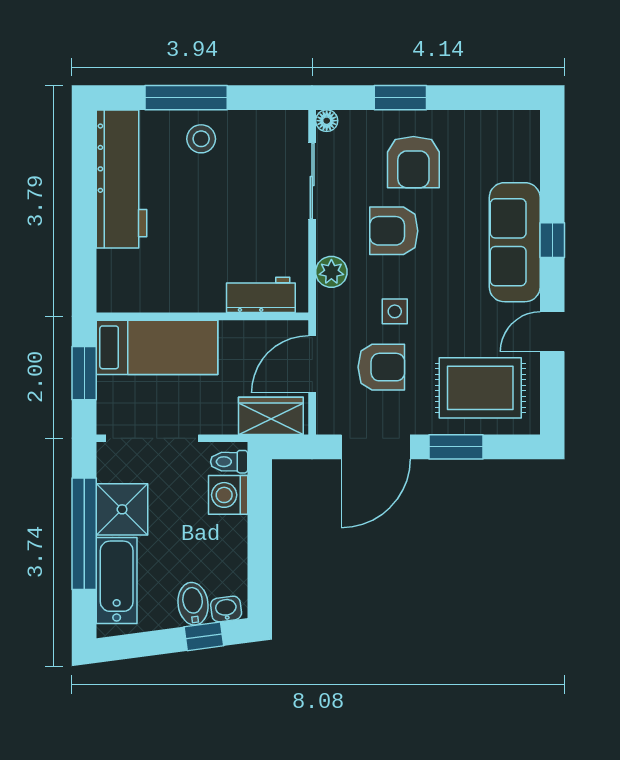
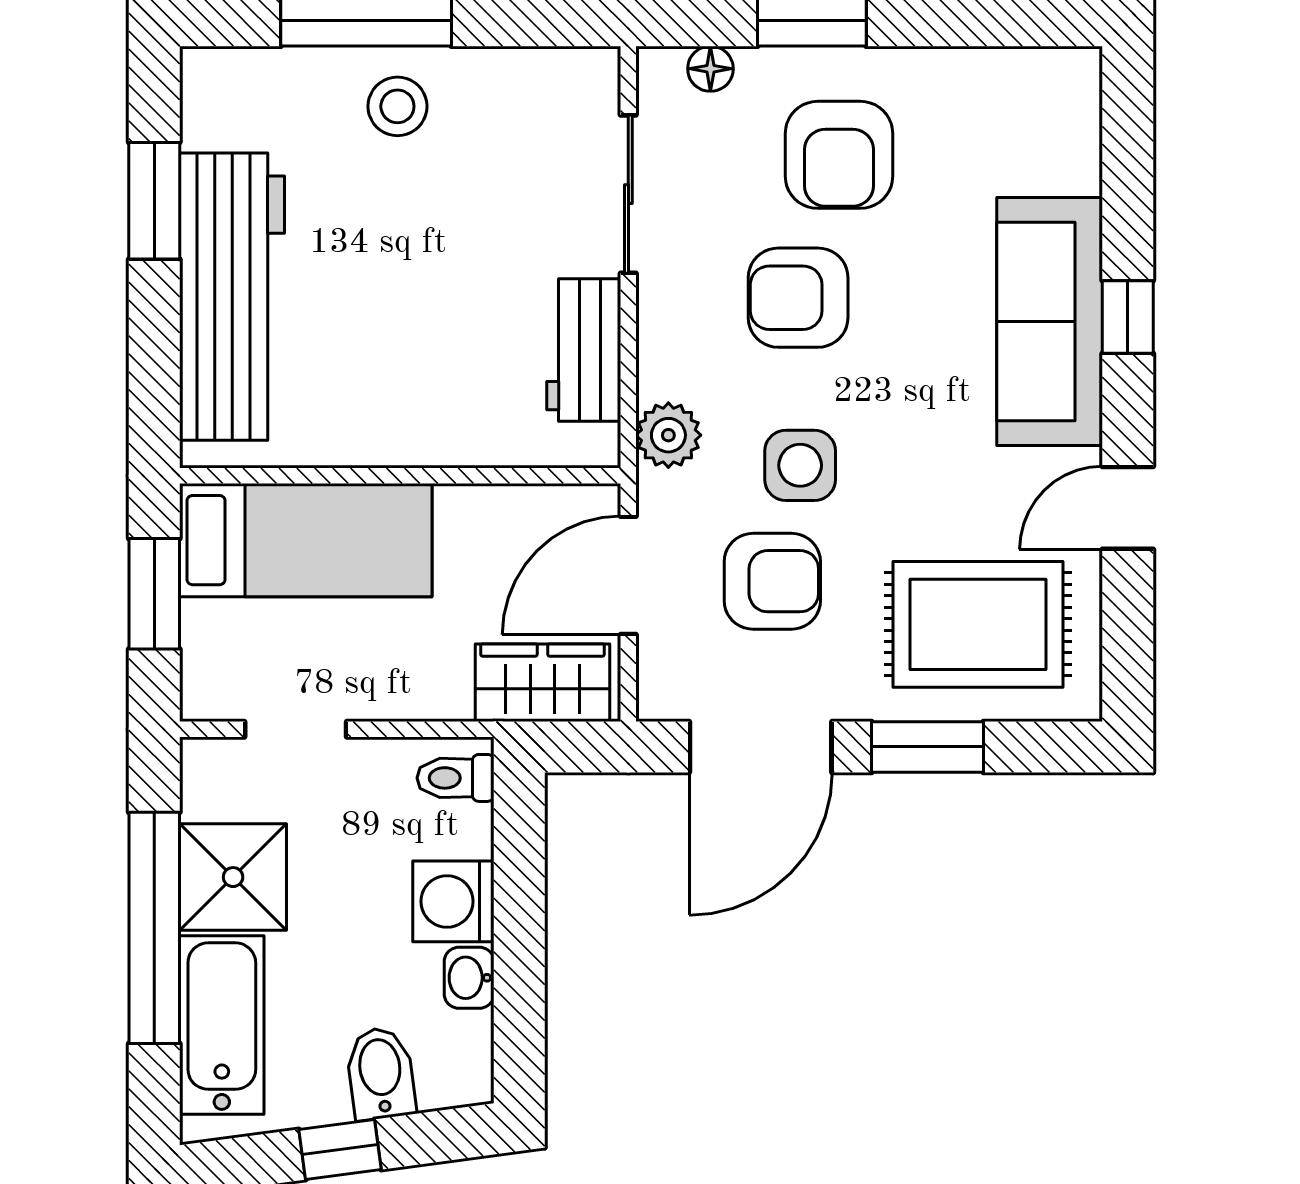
floor lamp: (327, 121) -> (710, 69), moved
workbench: (122, 179) -> (232, 297), moved
window: (84, 184) -> (154, 201), added
plant: (331, 272) -> (668, 435), moved
workbench: (261, 295) -> (584, 350), moved, turned -90
side table: (395, 311) -> (800, 465), width x1.37, depth x1.37
doorway: (152, 438) -> (296, 729), width x0.53
washing machine: (228, 495) -> (453, 901), moved
washbasin: (226, 609) -> (469, 978), moved, turned -82
window: (204, 636) -> (340, 1149), moved

